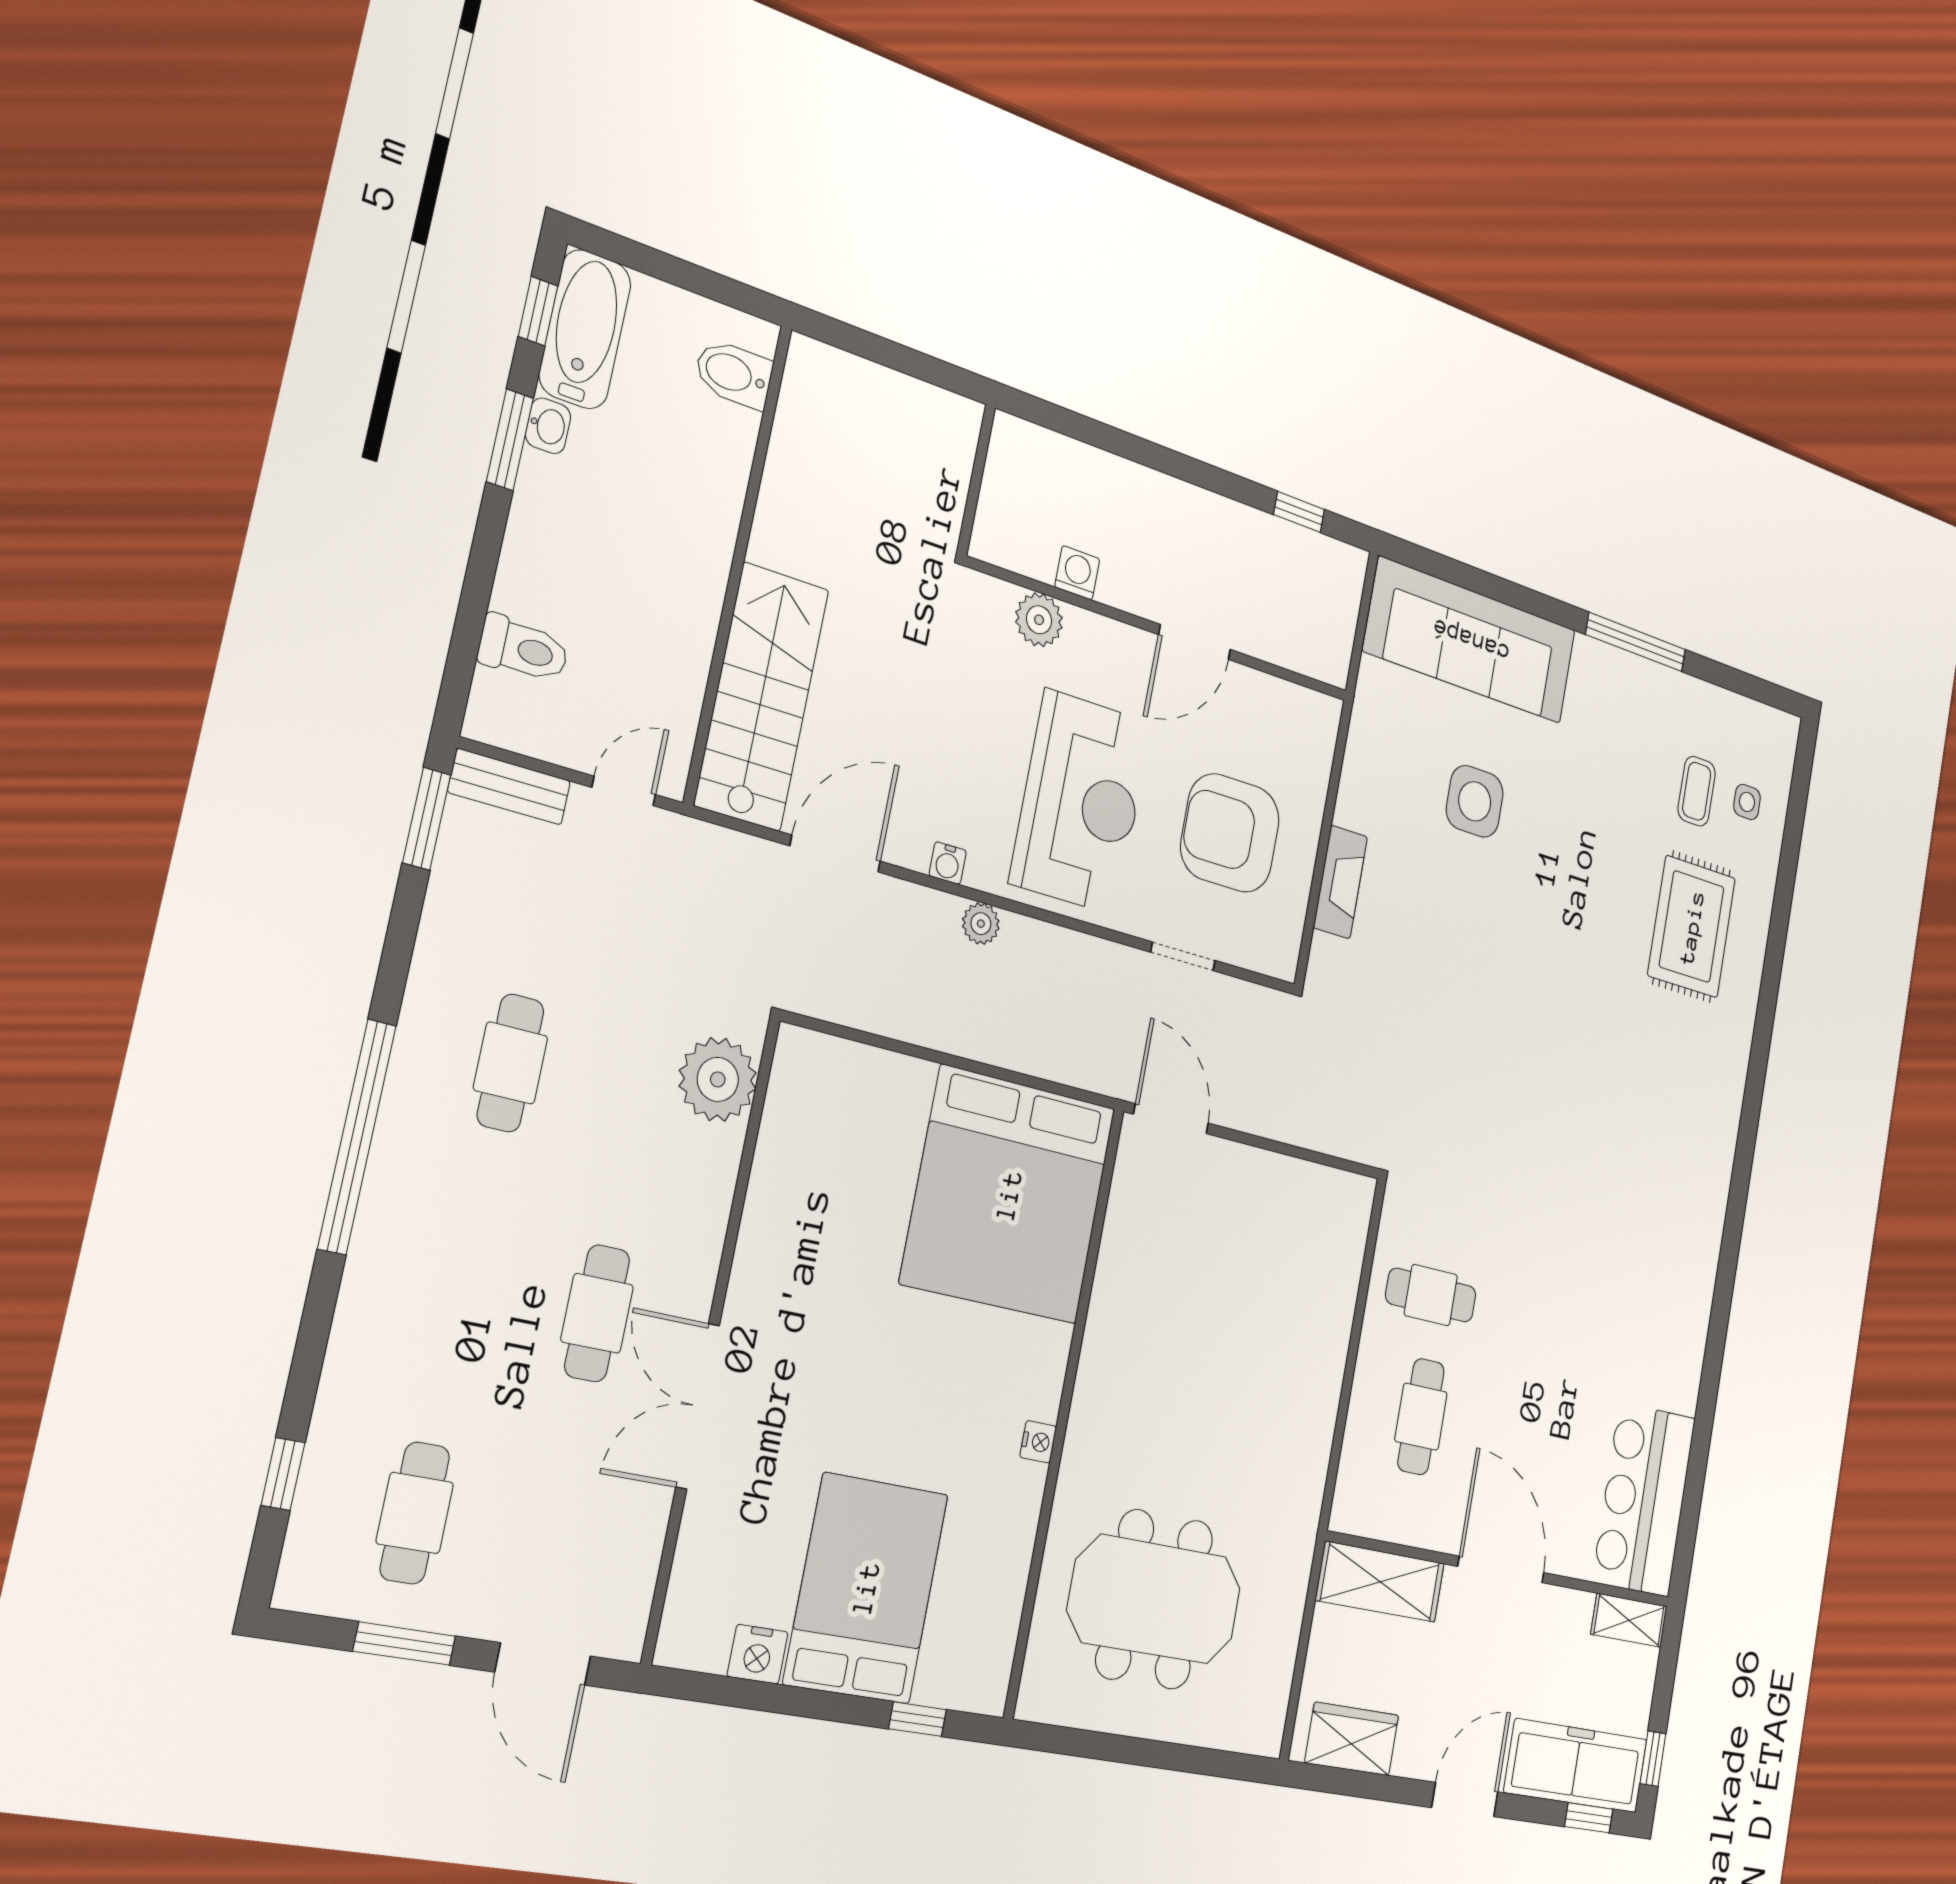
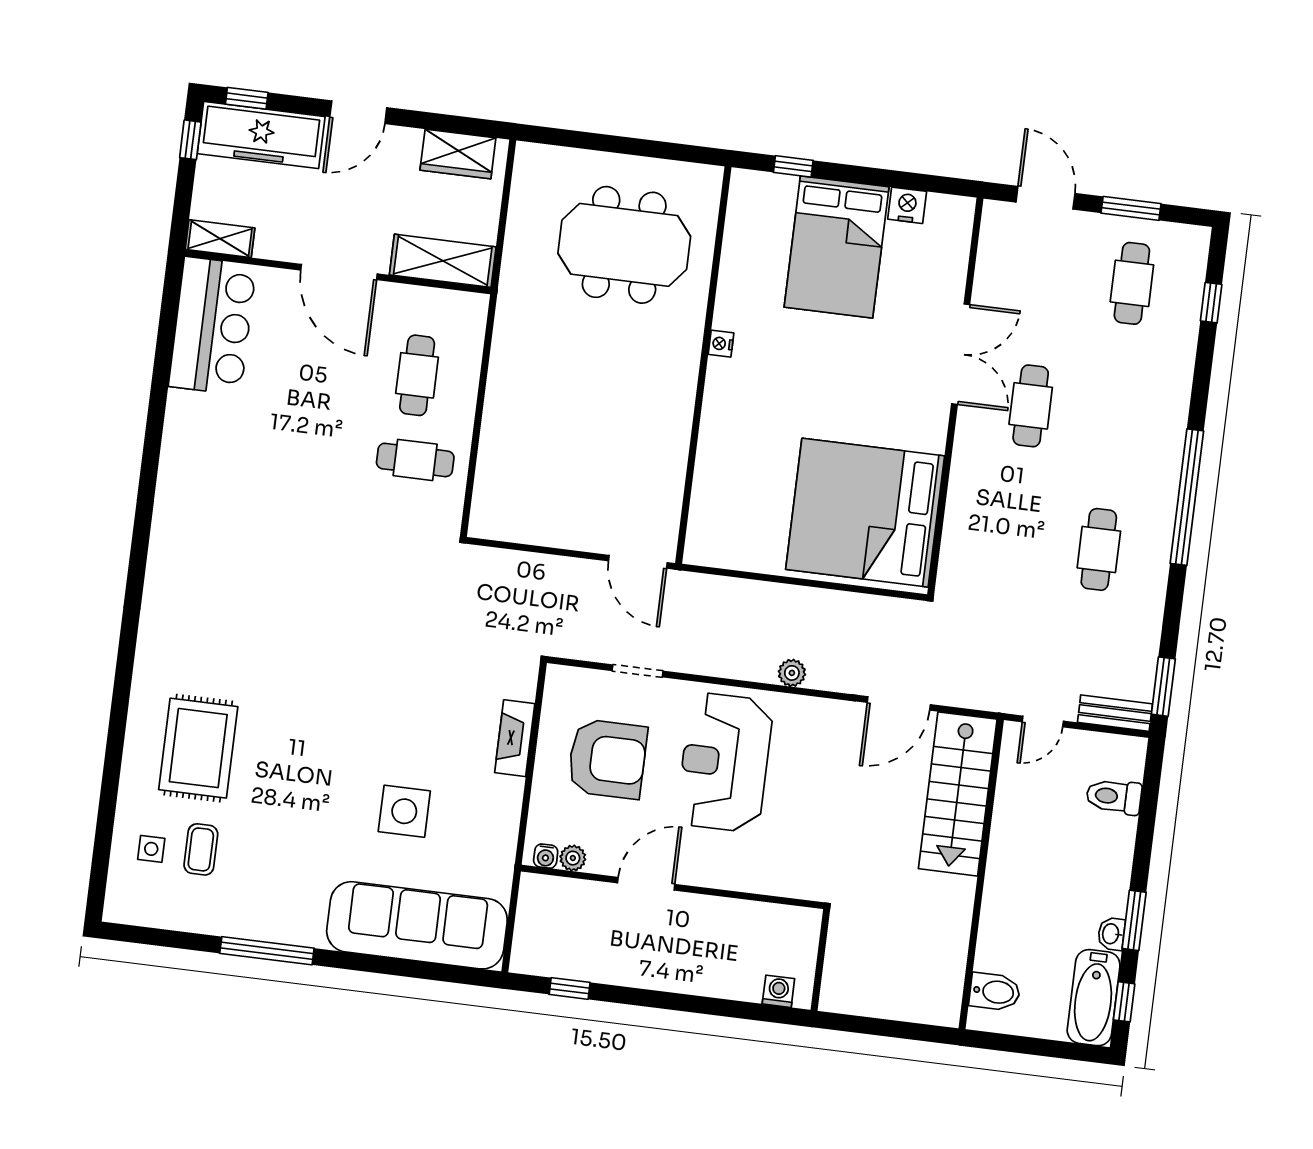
washing machine: (1077, 573) -> (778, 991), moved, turned 180
plant: (1039, 620) -> (573, 858), moved, width x0.73, depth x0.73
water cooler: (948, 863) -> (546, 856), moved, turned 180
plant: (718, 1079) -> (966, 554), removed
bed: (1009, 1195) -> (865, 513), moved, turned -90

